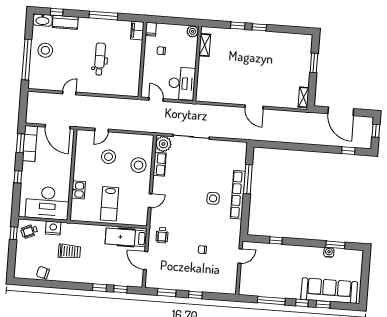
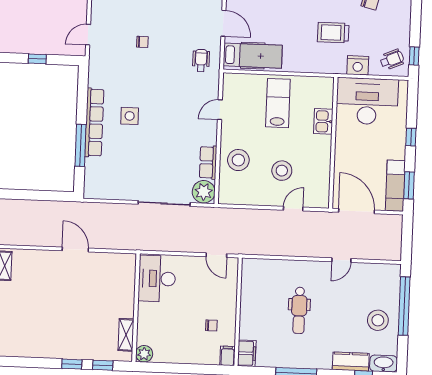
plant: (193, 31) -> (144, 354), moved
shelving: (205, 45) -> (126, 335), moved
wall: (197, 64) -> (136, 308), moved
desk: (182, 83) -> (157, 279), moved

